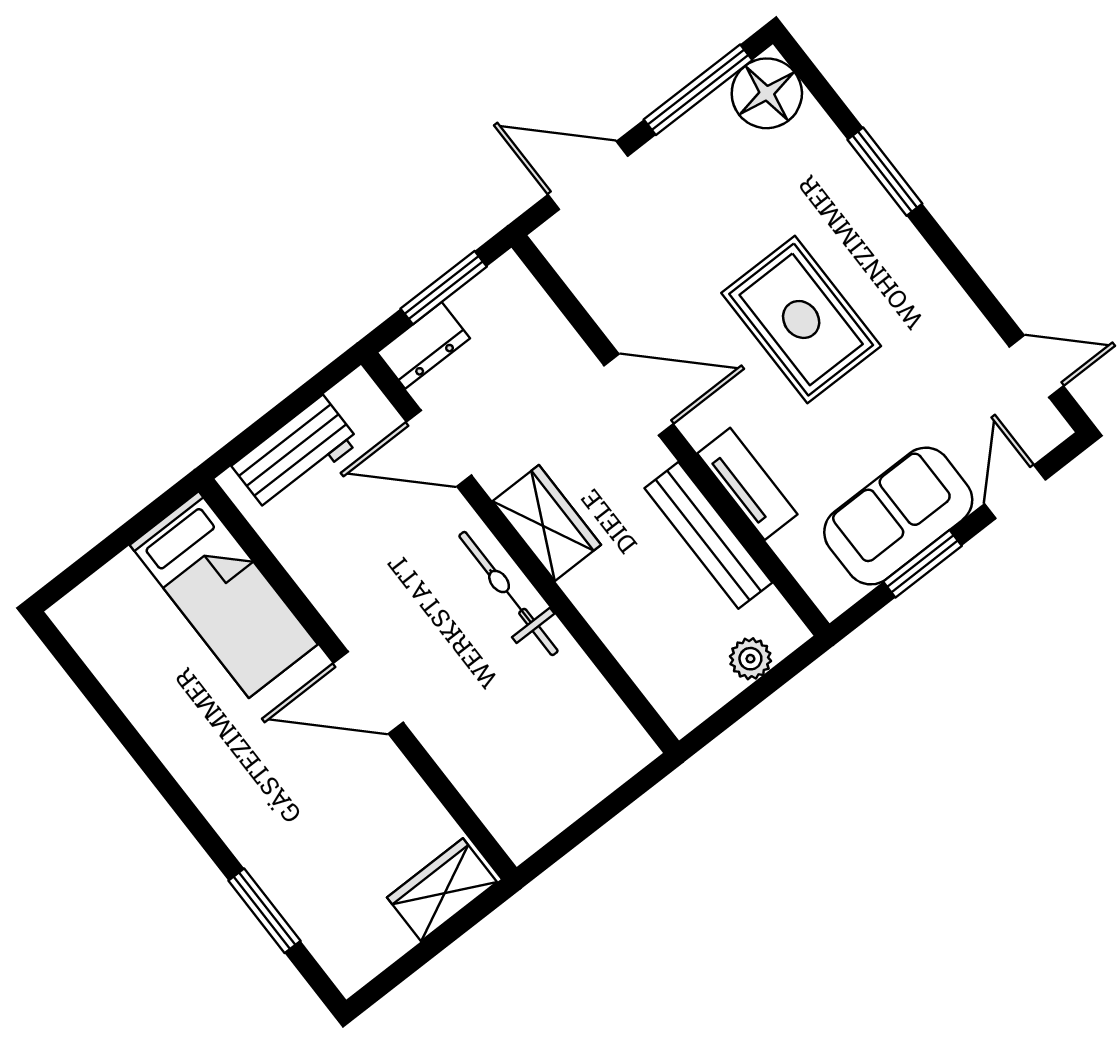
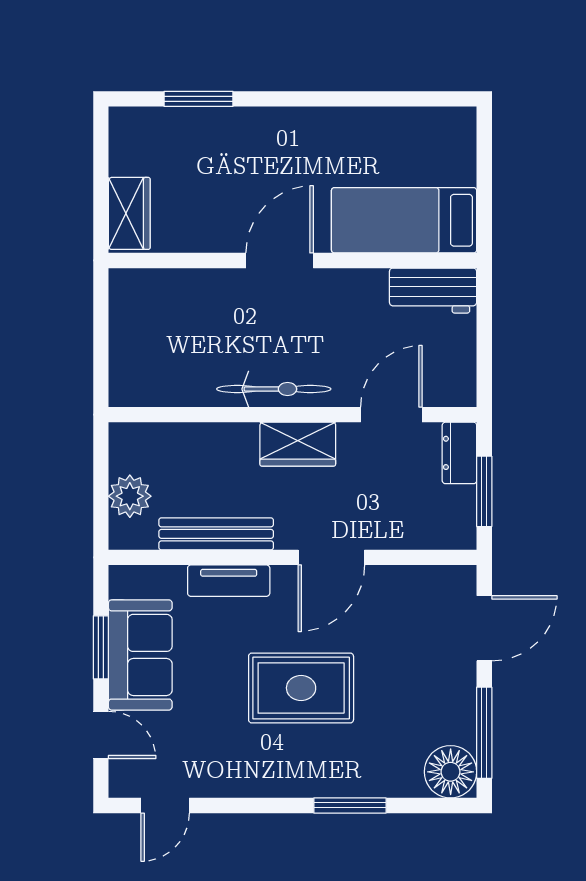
workbench: (296, 454) -> (433, 291), moved, turned -90
plant: (750, 659) -> (130, 496), width x1.38, depth x1.38

